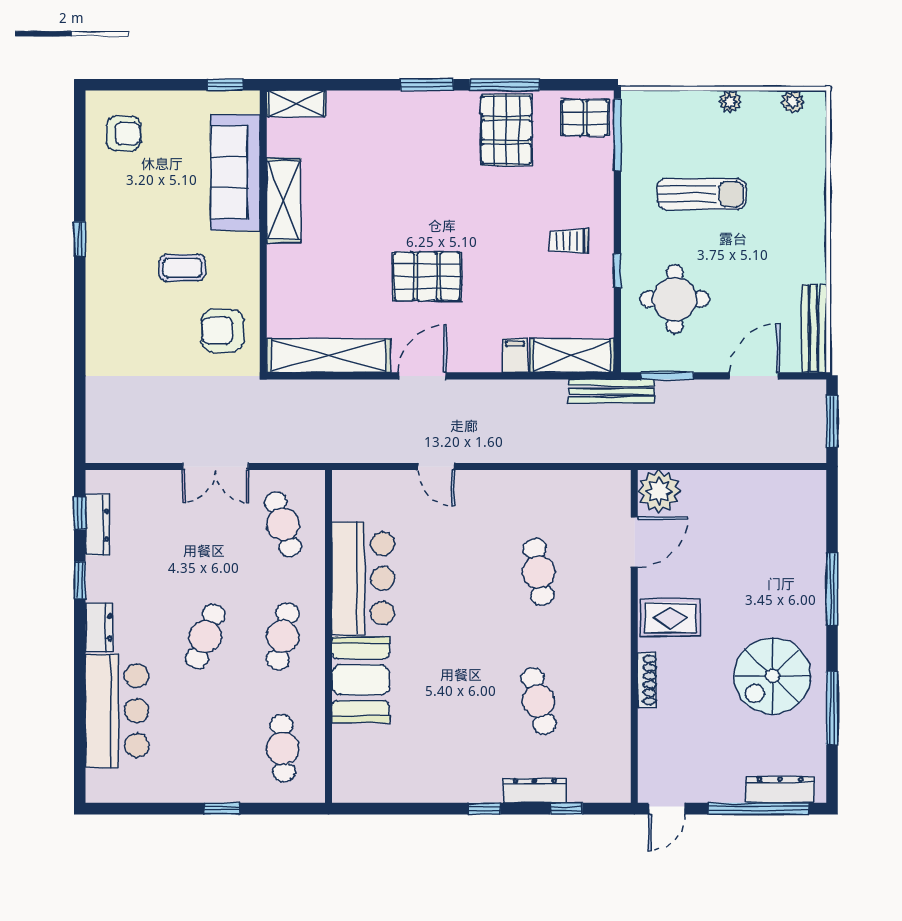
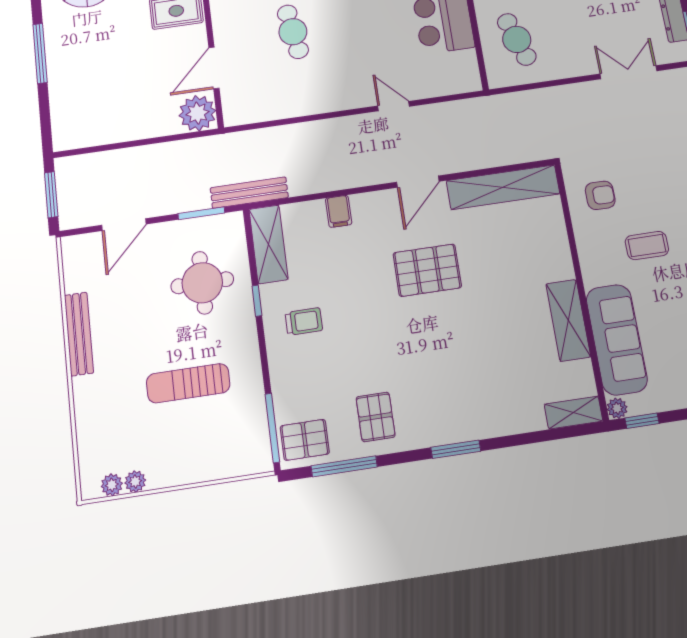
window: (505, 85) -> (344, 466), moved
plant: (249, 101) -> (617, 408), added
plant: (730, 102) -> (135, 482), moved
pallet: (506, 130) -> (376, 417), width x0.67, depth x0.71
bench: (814, 329) -> (79, 334), moved
armchair: (222, 331) -> (600, 195), width x0.72, depth x0.72
shelving: (572, 356) -> (269, 244), moved, turned 90
double door: (216, 467) -> (628, 72), moved

